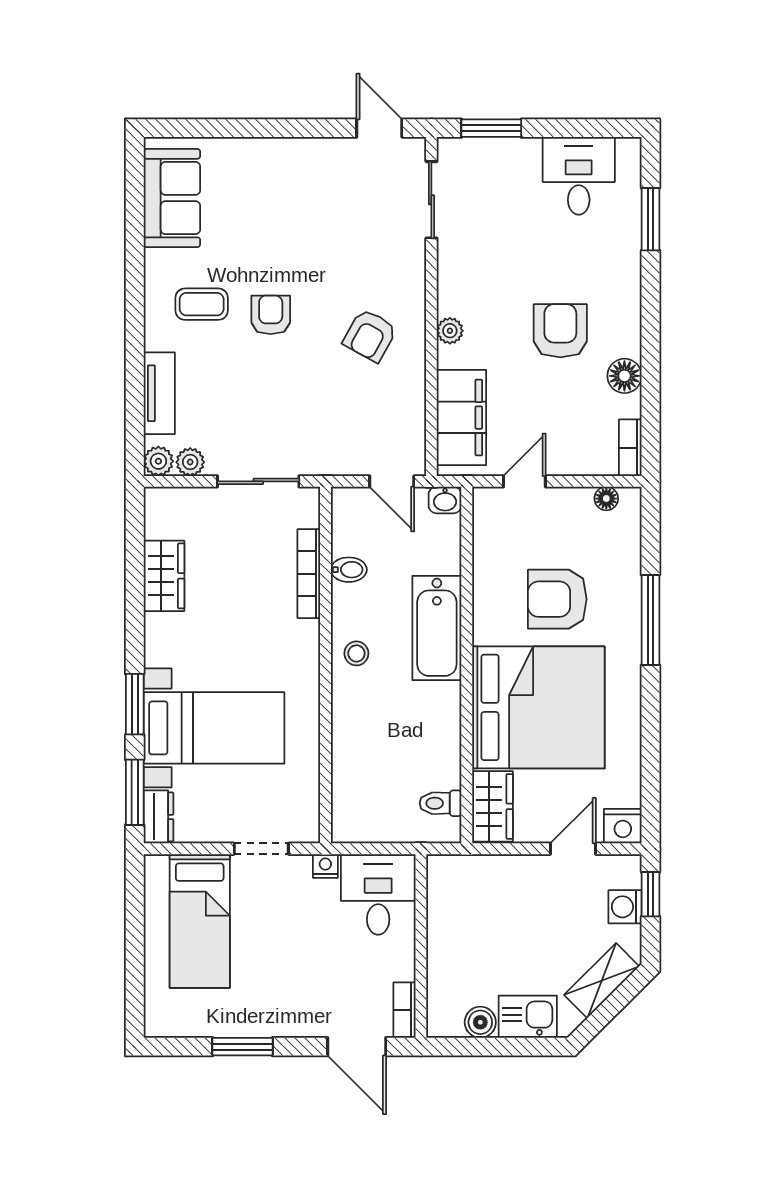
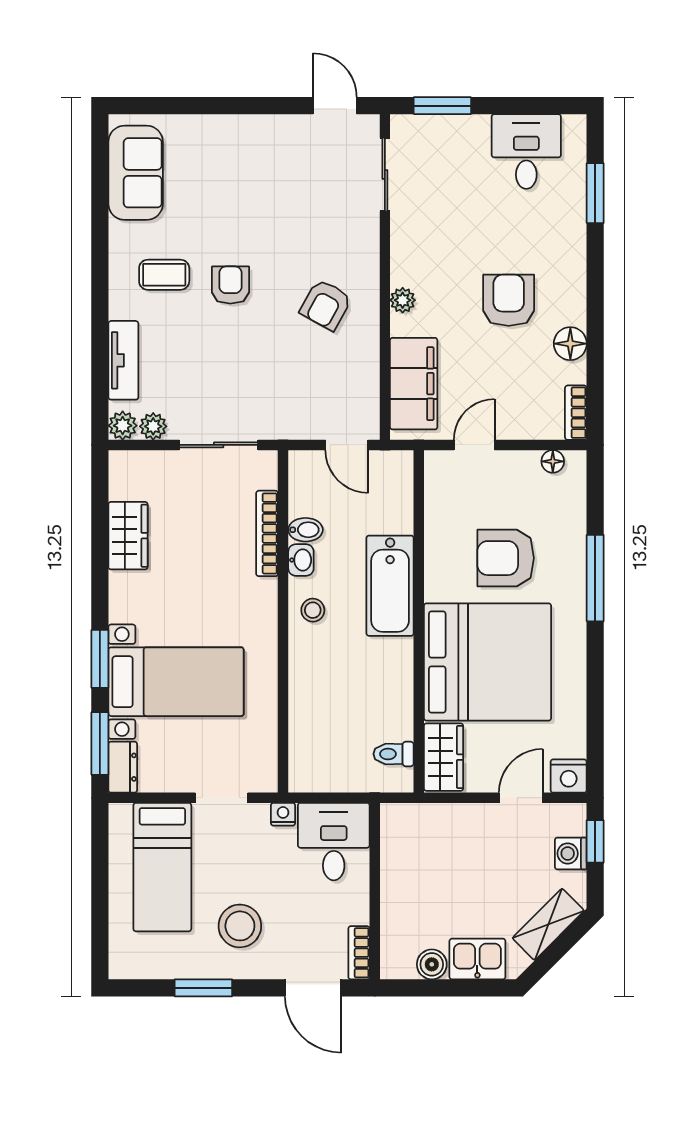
washbasin: (445, 500) -> (301, 560), moved, turned -90
stool: (281, 982) -> (240, 926), added

